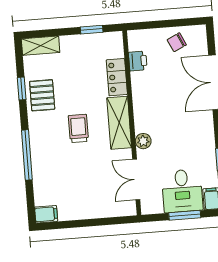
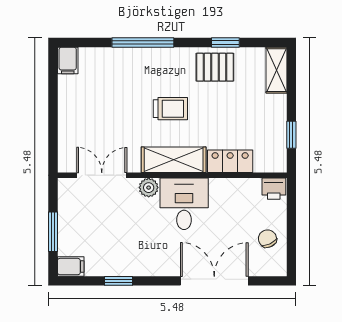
printer: (138, 61) -> (274, 189), moved
desk: (182, 191) -> (184, 204), moved, turned 90

